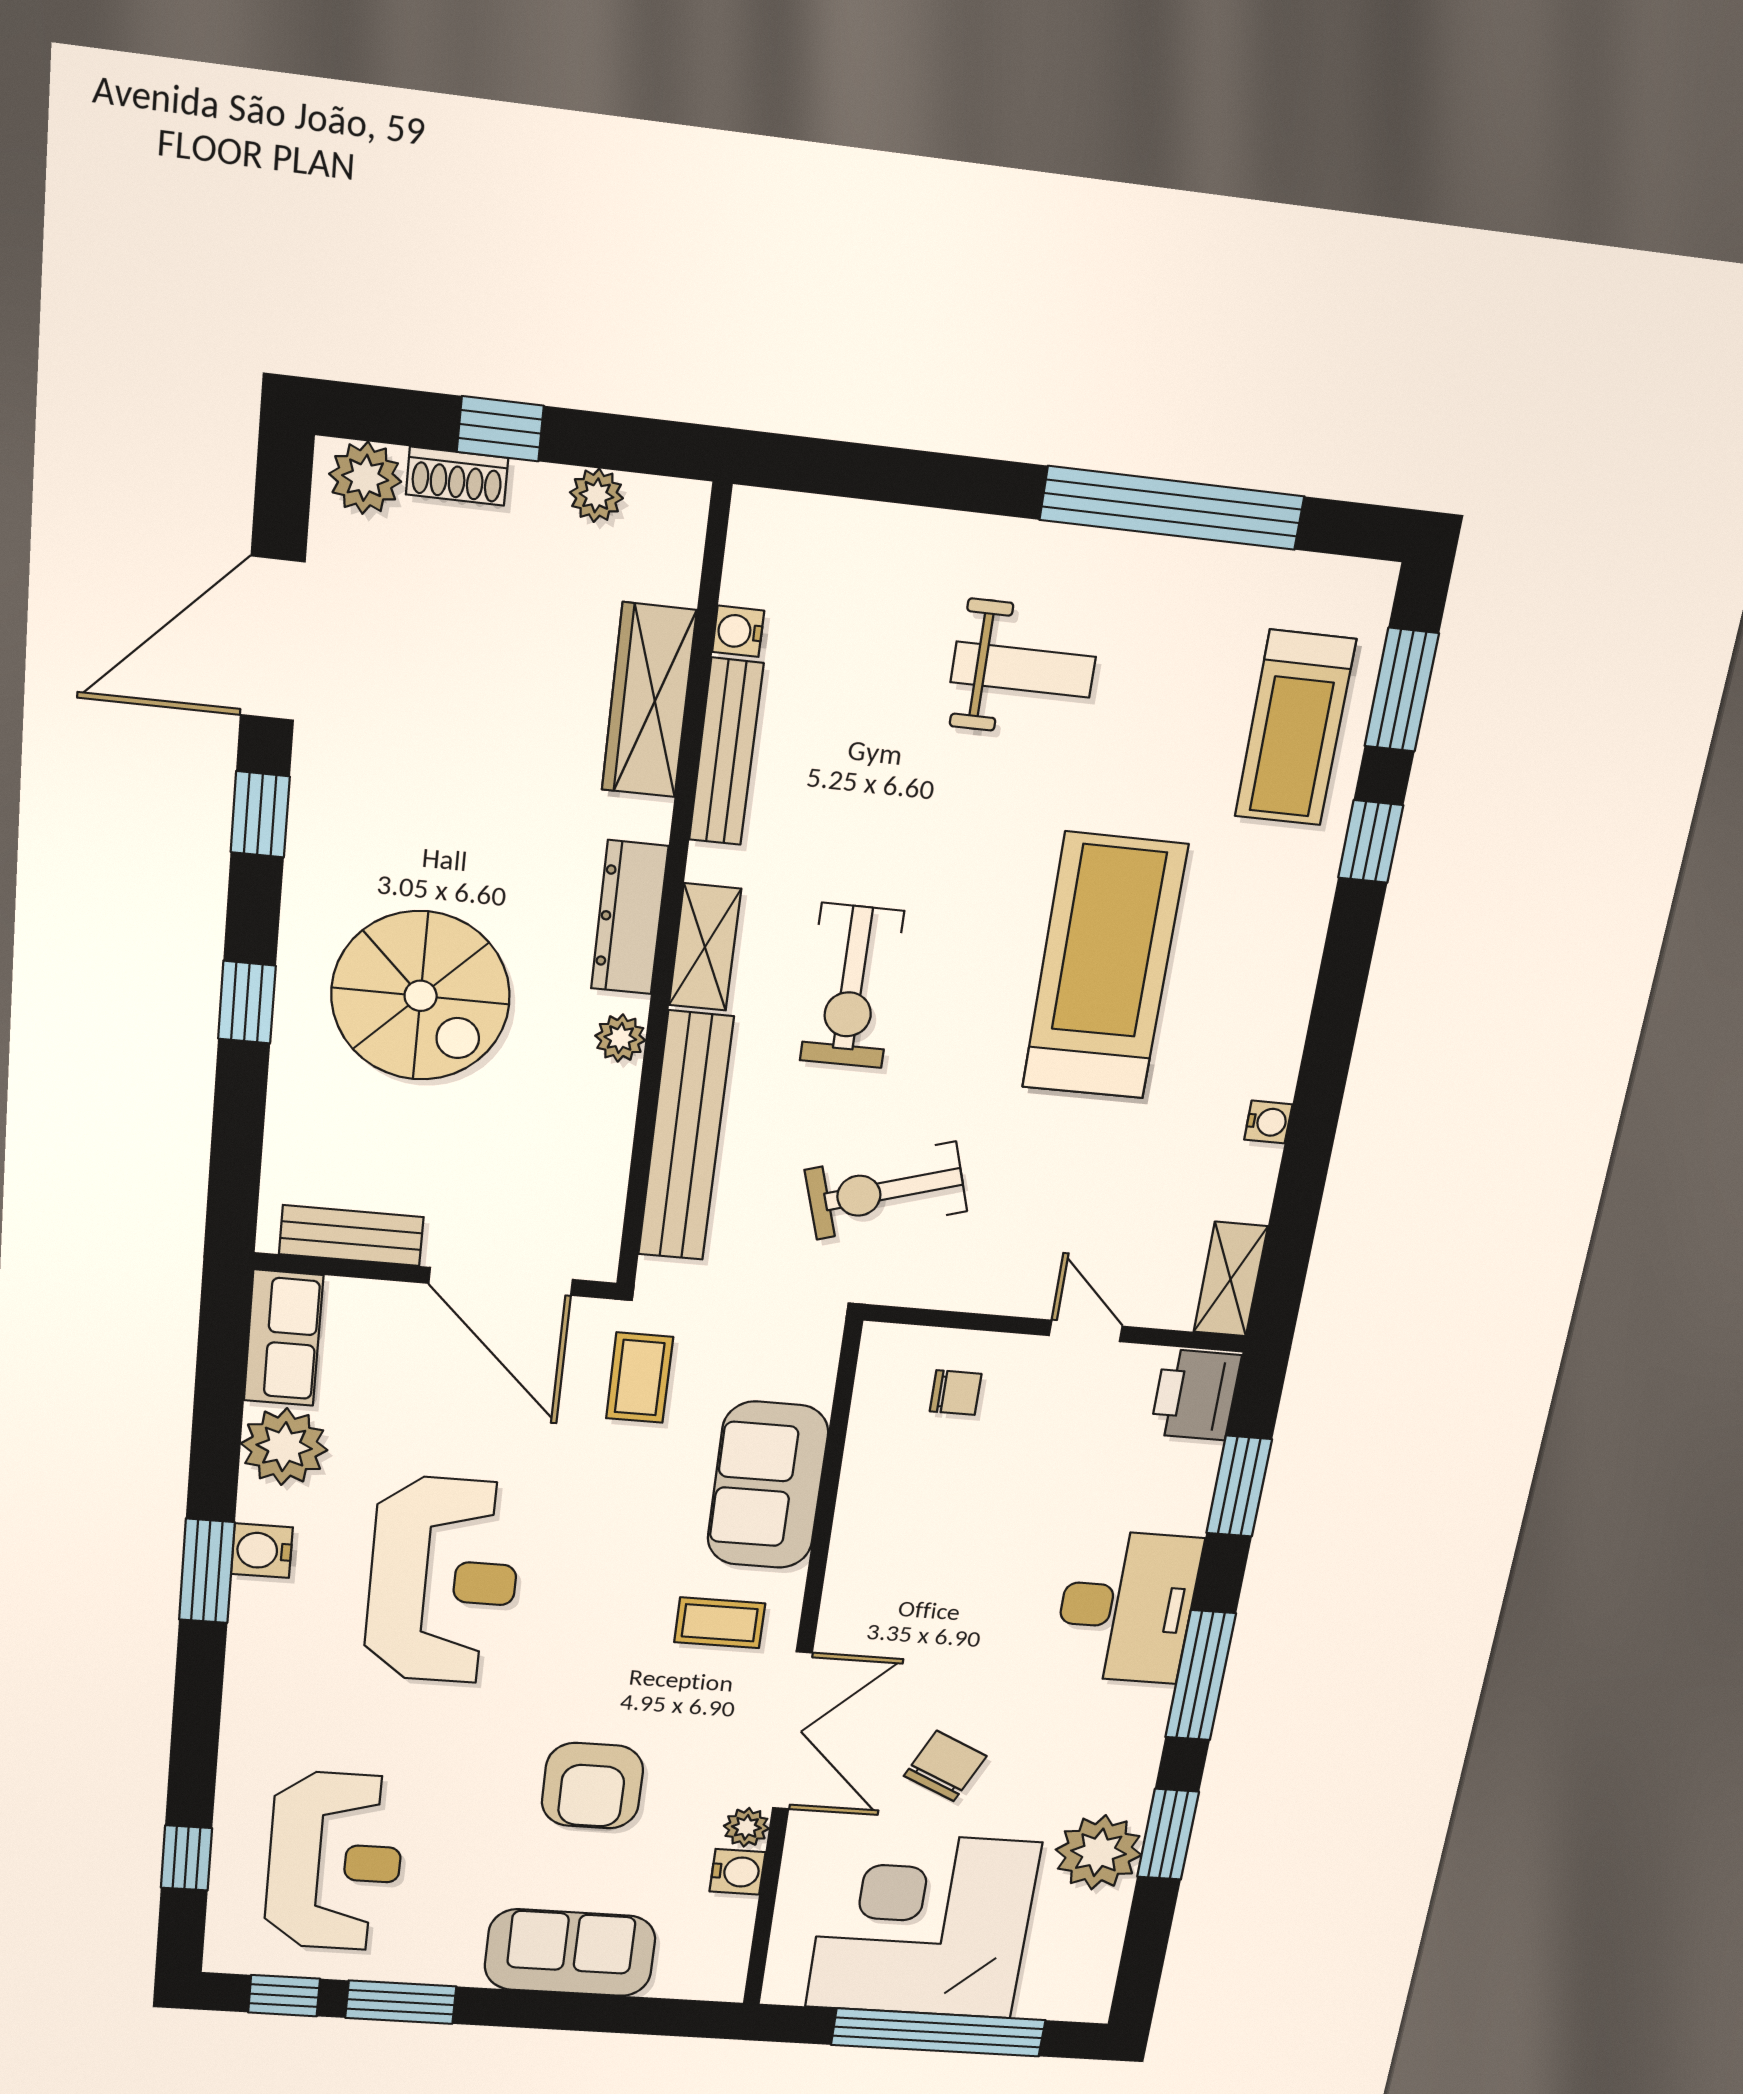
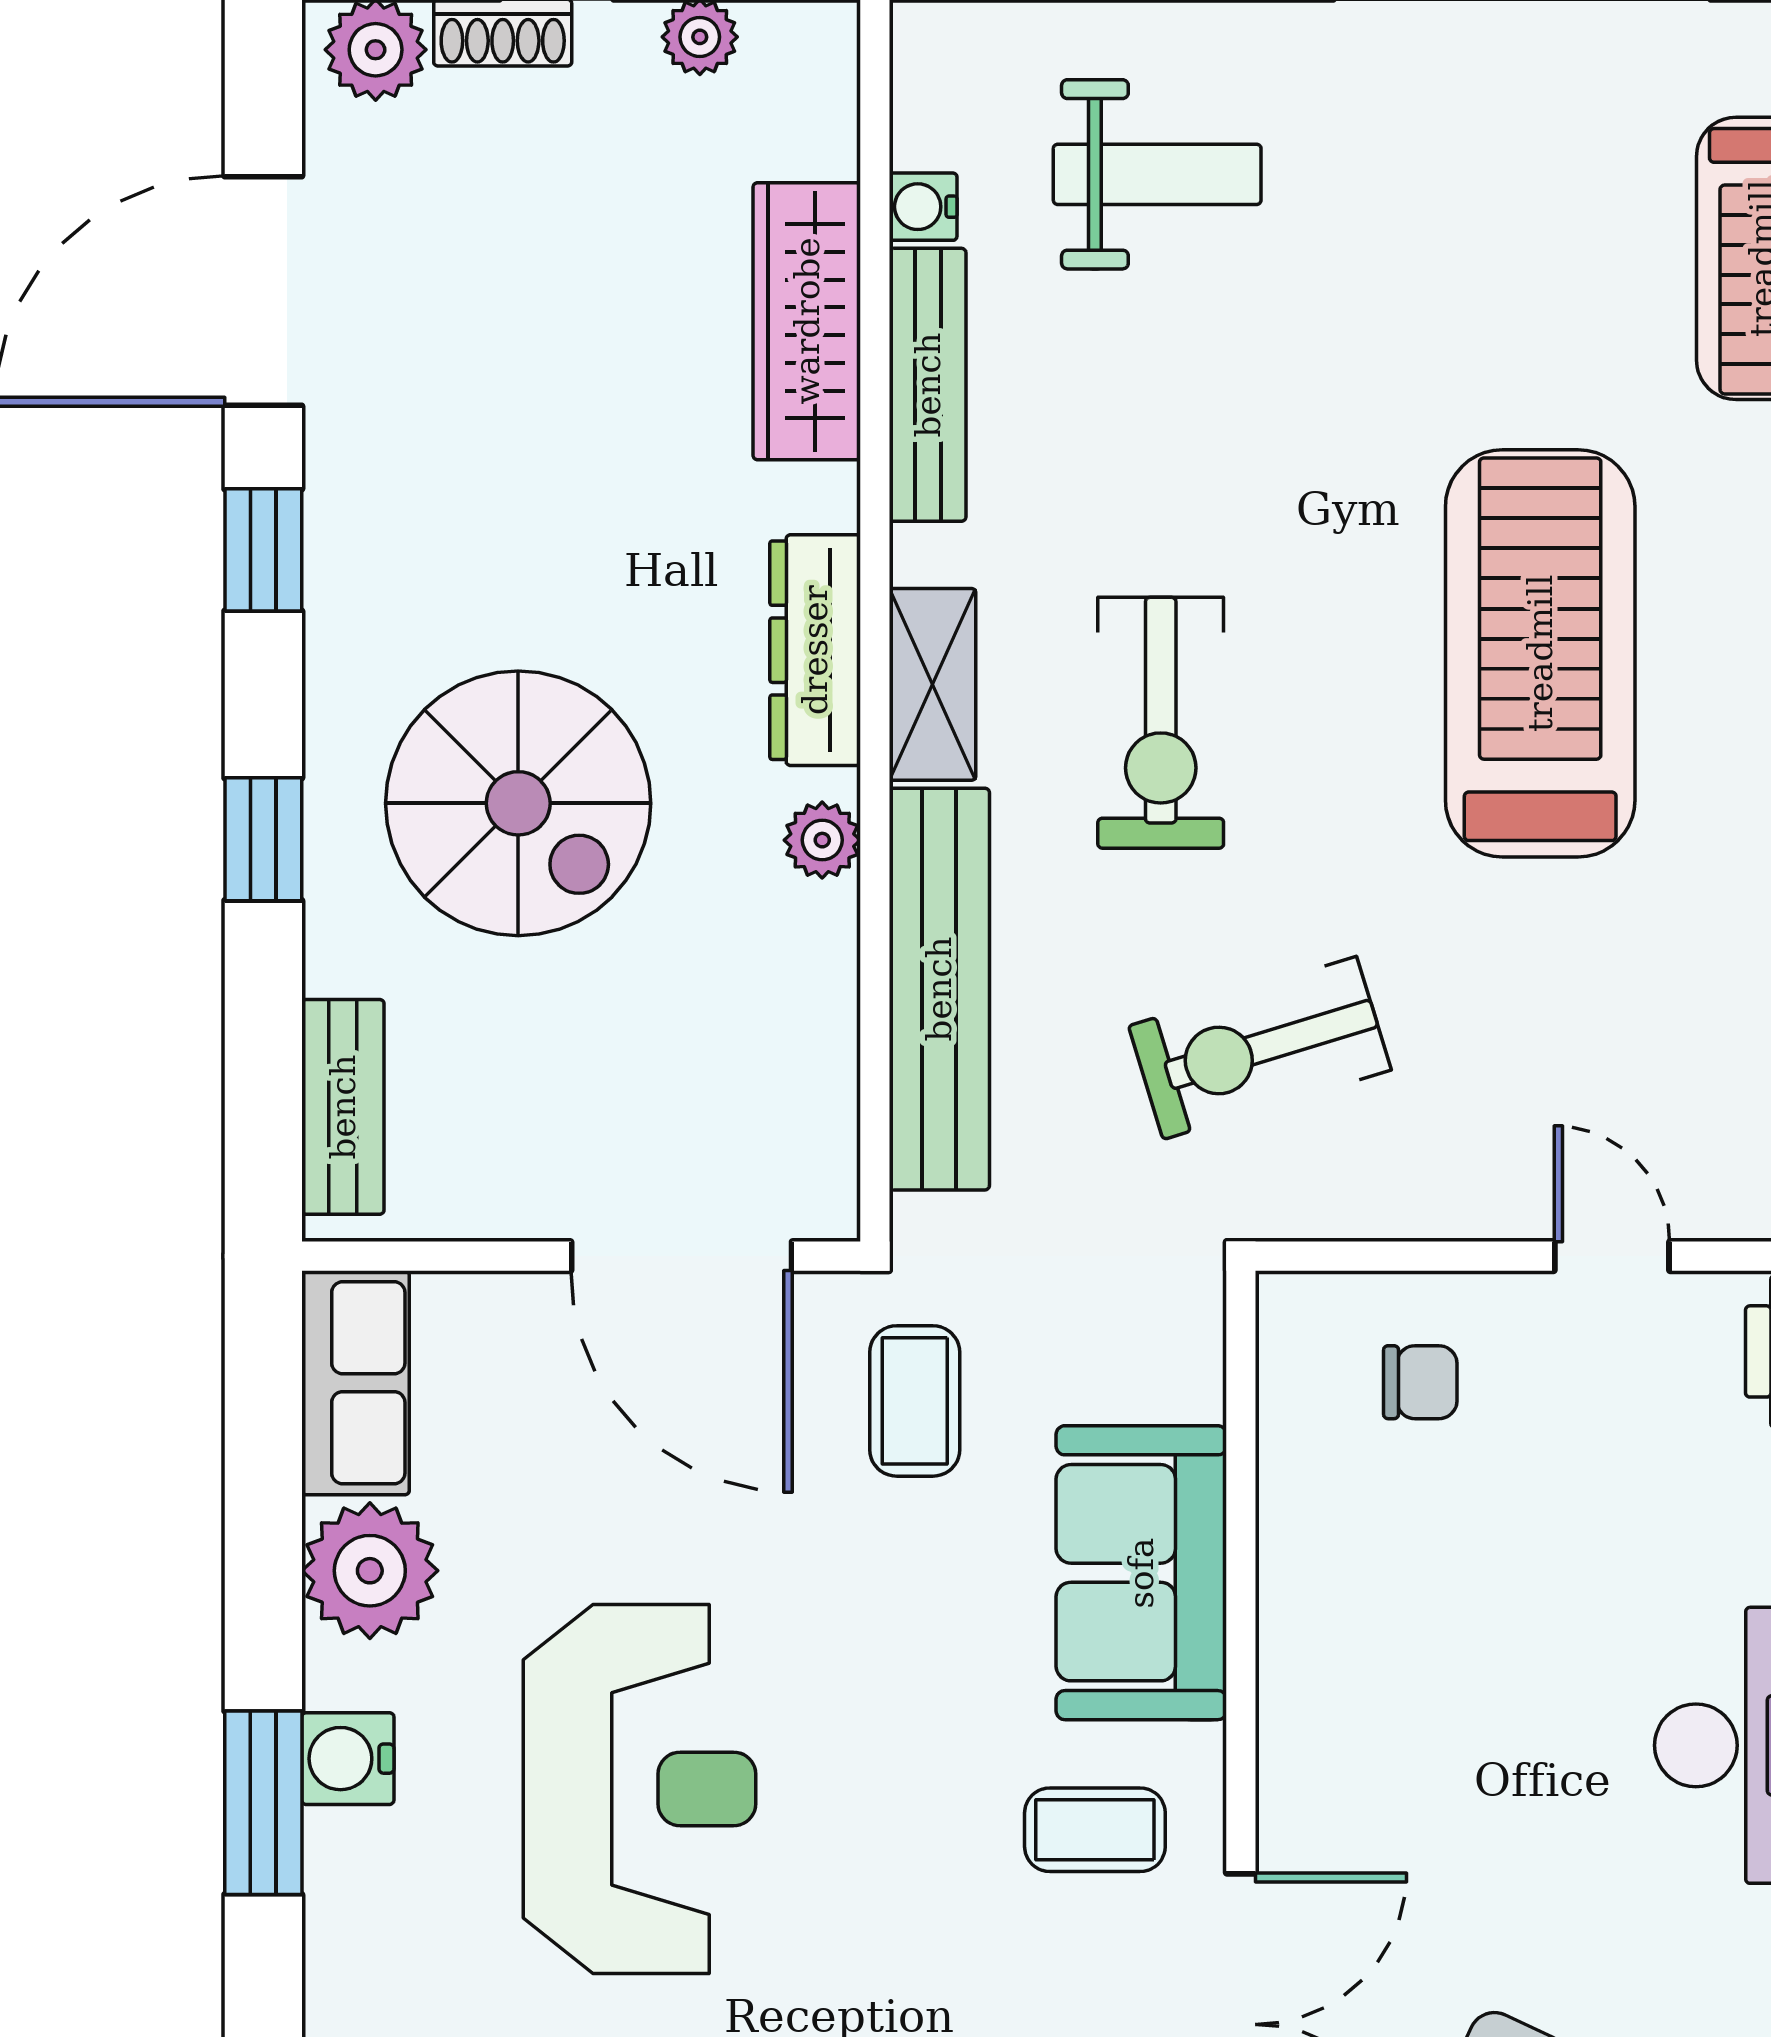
weight bench: (1023, 670) -> (1157, 174), moved
bench: (351, 1236) -> (343, 1107), moved, turned 90

